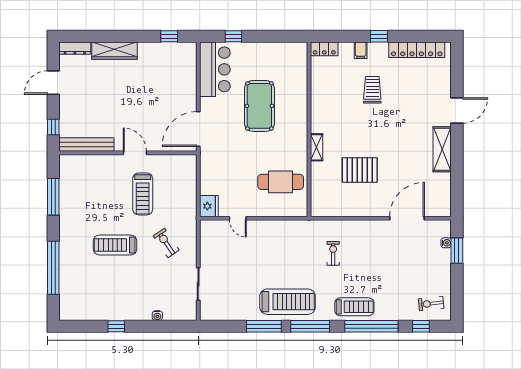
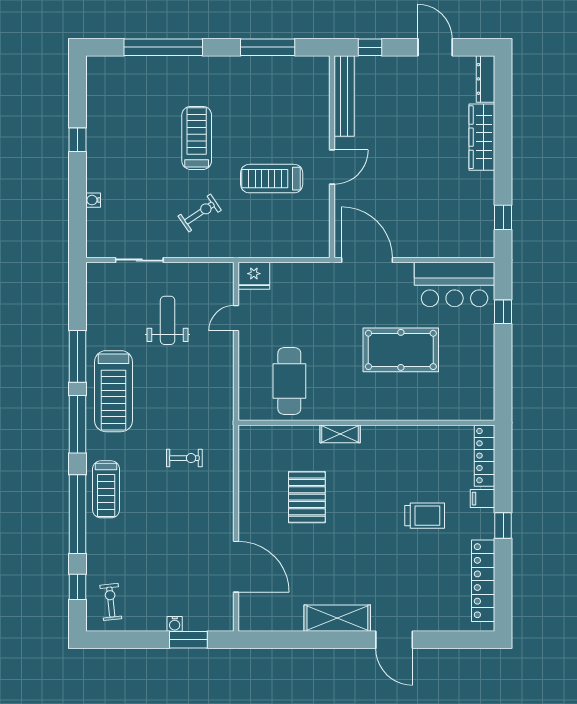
locker: (324, 49) -> (485, 456), width x1.53
water cooler: (446, 243) -> (175, 624), moved
weight bench: (239, 265) -> (168, 320), added

